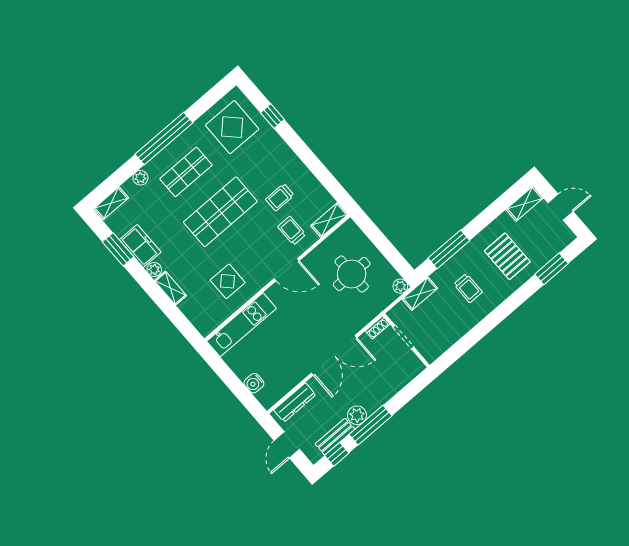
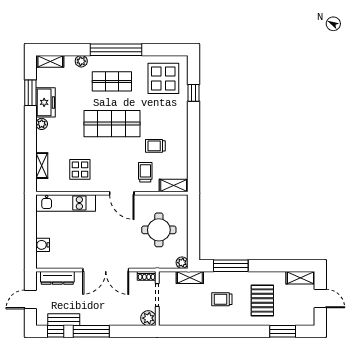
shelving: (170, 288) -> (42, 166), moved
trolley: (468, 288) -> (222, 299), turned 90
plant: (357, 415) -> (148, 318), moved

